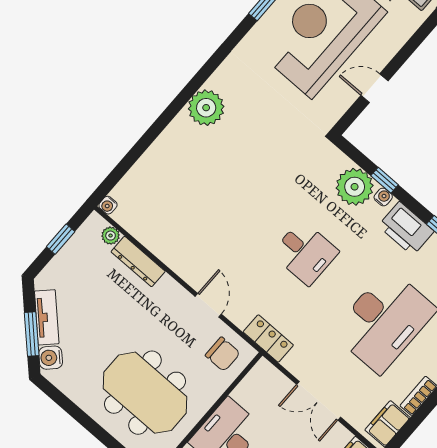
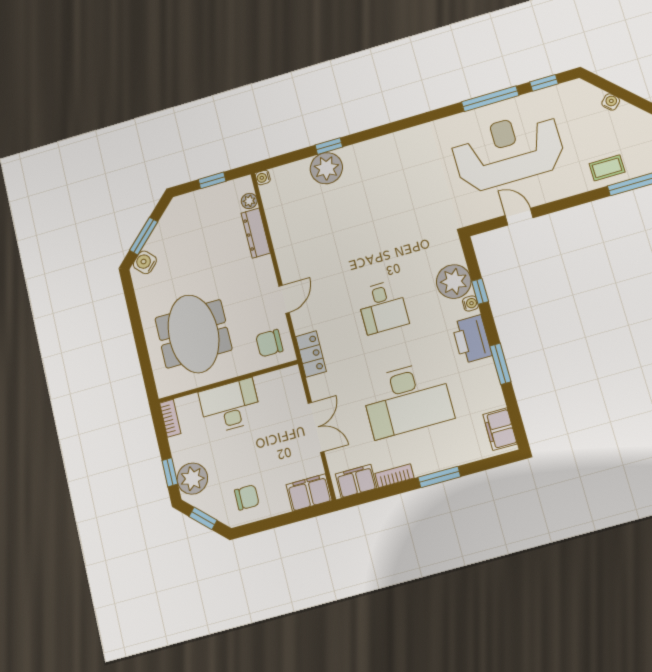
plant: (206, 108) -> (326, 168), moved
window: (151, 135) -> (329, 146), added
tv unit: (47, 317) -> (163, 231), removed
chair: (223, 354) -> (269, 343), turned 90
double door: (319, 401) -> (316, 427), swing flipped

